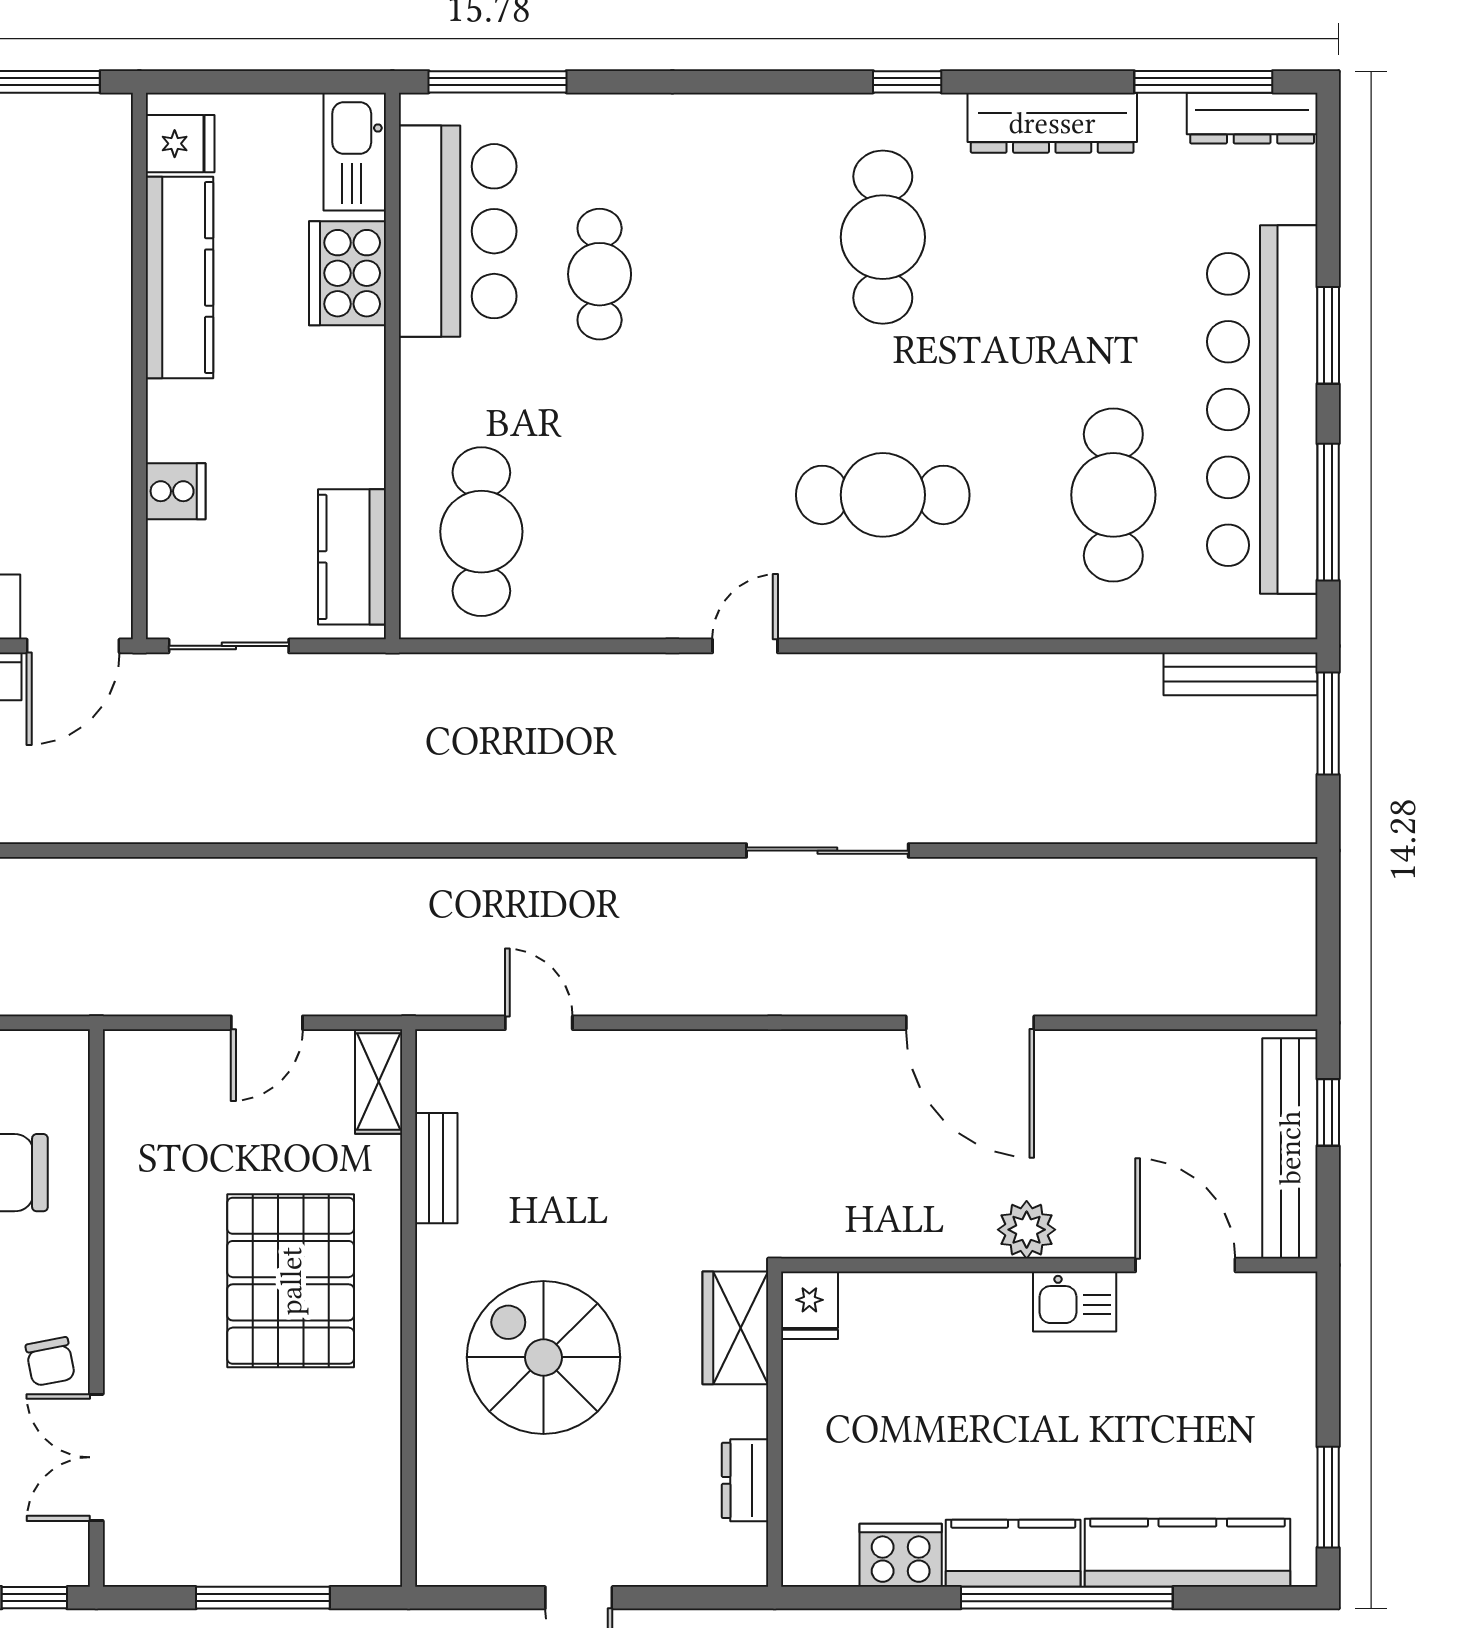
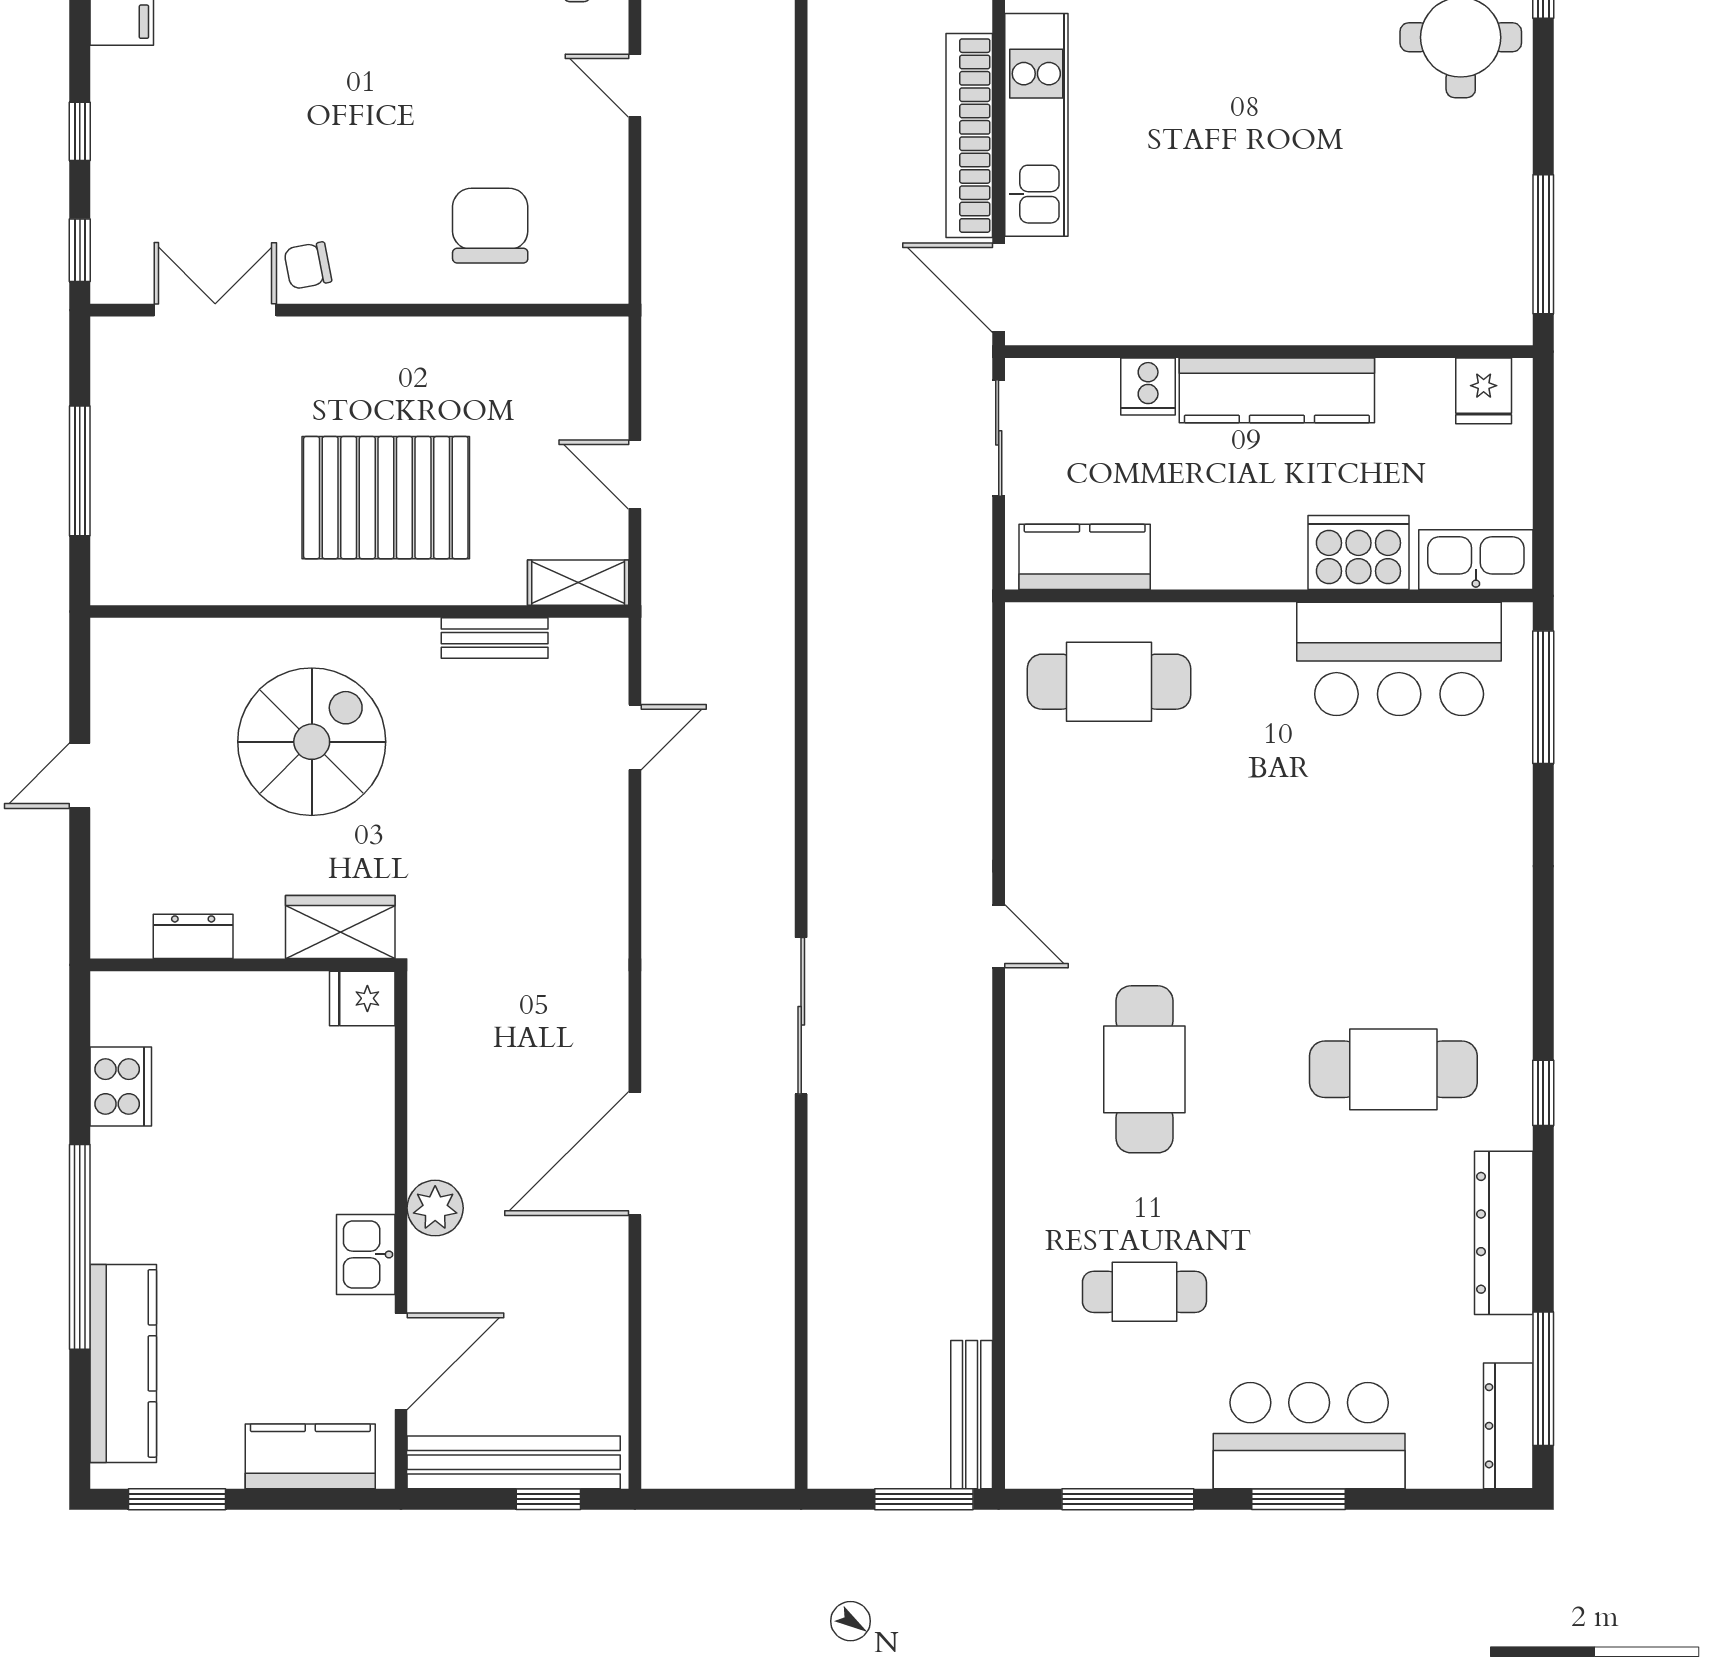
cafe table: (600, 274) -> (1358, 796), removed
kitchen counter: (180, 278) -> (1277, 390), moved
bar counter: (1262, 410) -> (1309, 1436), width x0.54
cafe table: (1113, 495) -> (1144, 1292), width x0.73, depth x0.74
kitchen counter: (1013, 1553) -> (310, 1456), moved, turned -90

